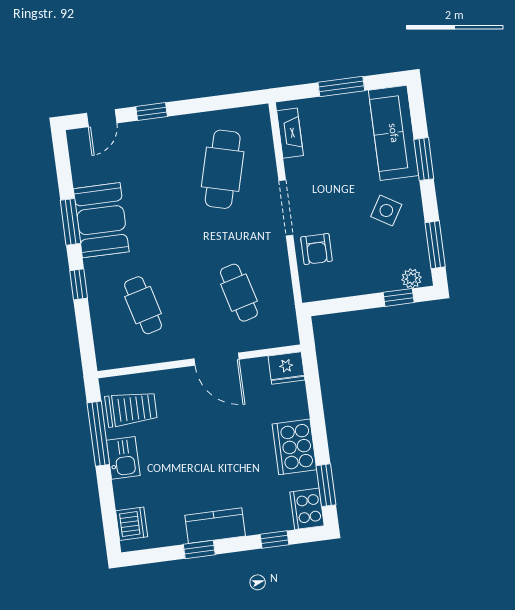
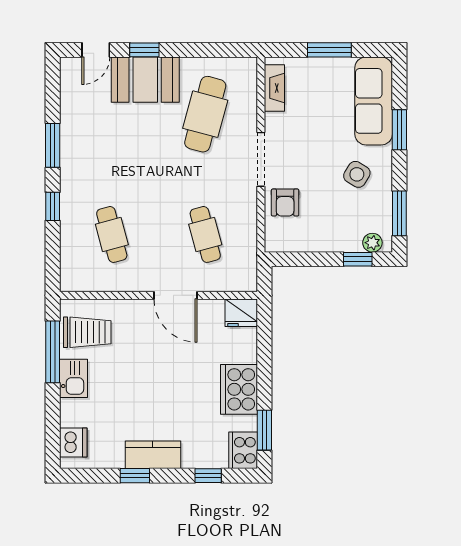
booth: (101, 220) -> (145, 80), moved, turned 90

